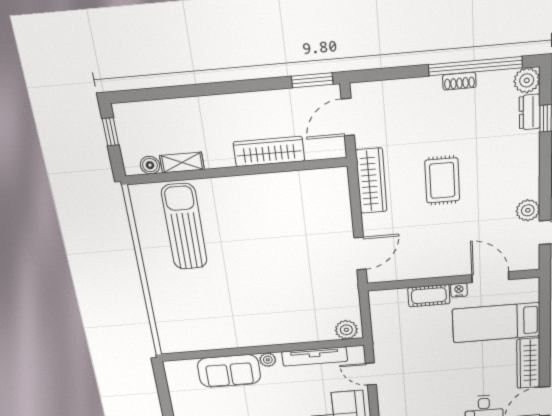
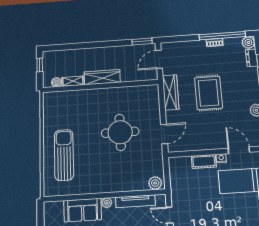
wardrobe: (269, 152) -> (102, 77), moved
rug: (442, 180) -> (208, 93), width x1.36, depth x1.43
sun lounger: (184, 227) -> (64, 155), moved
round table: (281, 252) -> (120, 132), added

